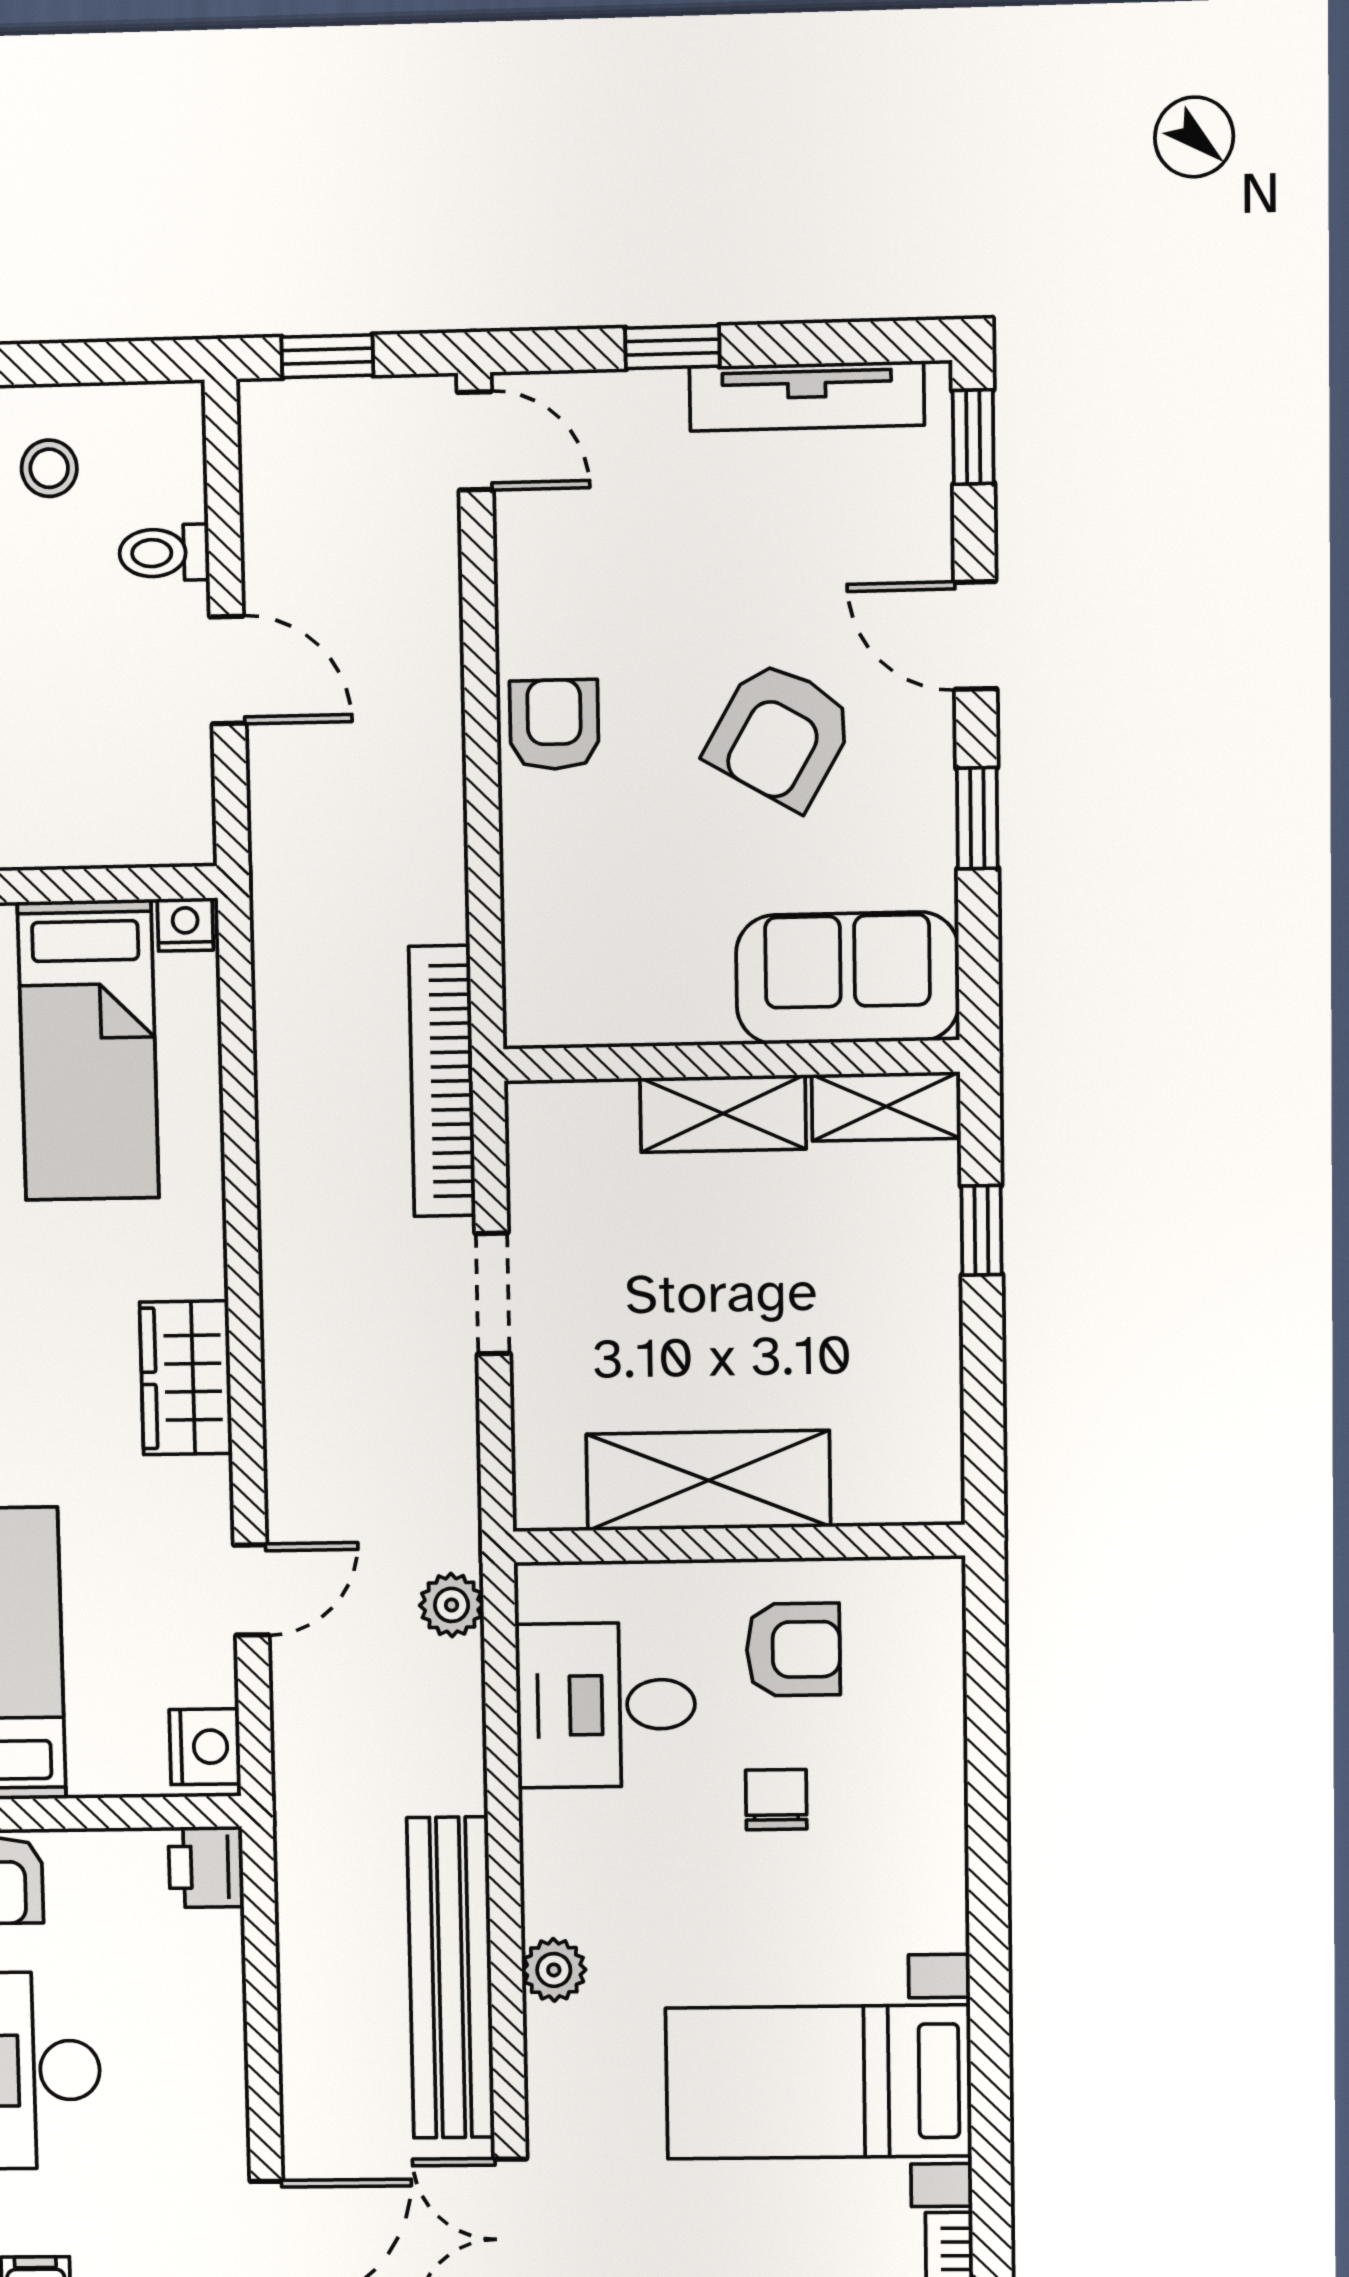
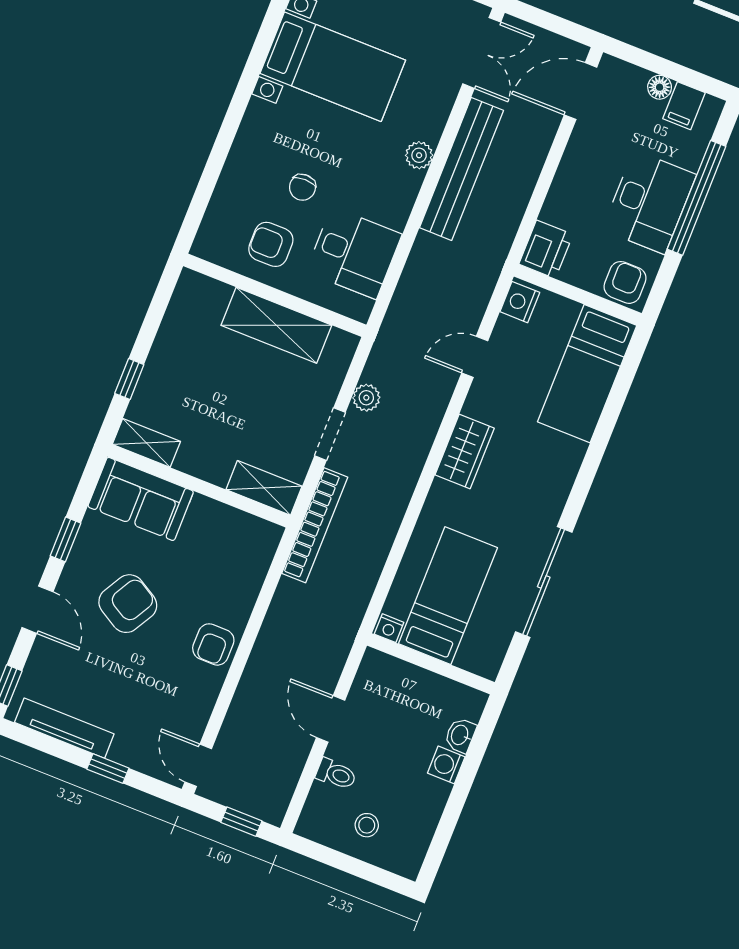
shelving: (723, 1114) -> (264, 488), moved
plant: (452, 1605) -> (366, 398), moved
printer: (206, 1867) -> (546, 249), width x1.36, depth x1.24

